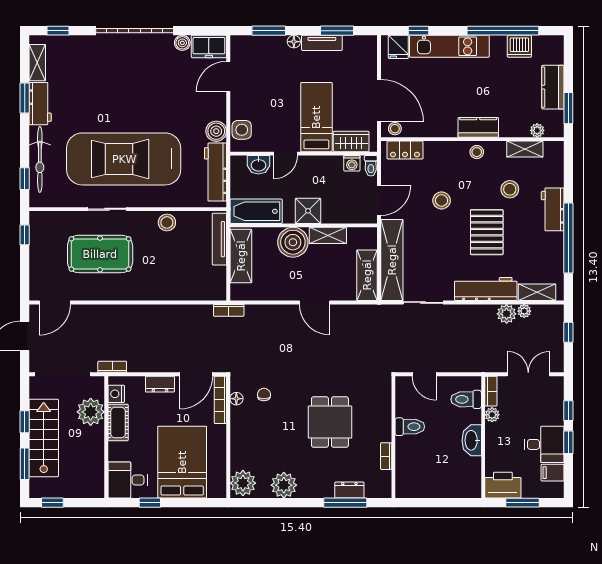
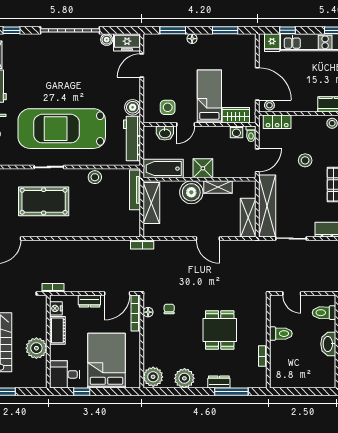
tv unit: (322, 43) -> (213, 40), removed
side table: (242, 130) -> (168, 107), moved
plant: (91, 412) -> (36, 348), moved
dresser: (349, 490) -> (219, 382), moved

